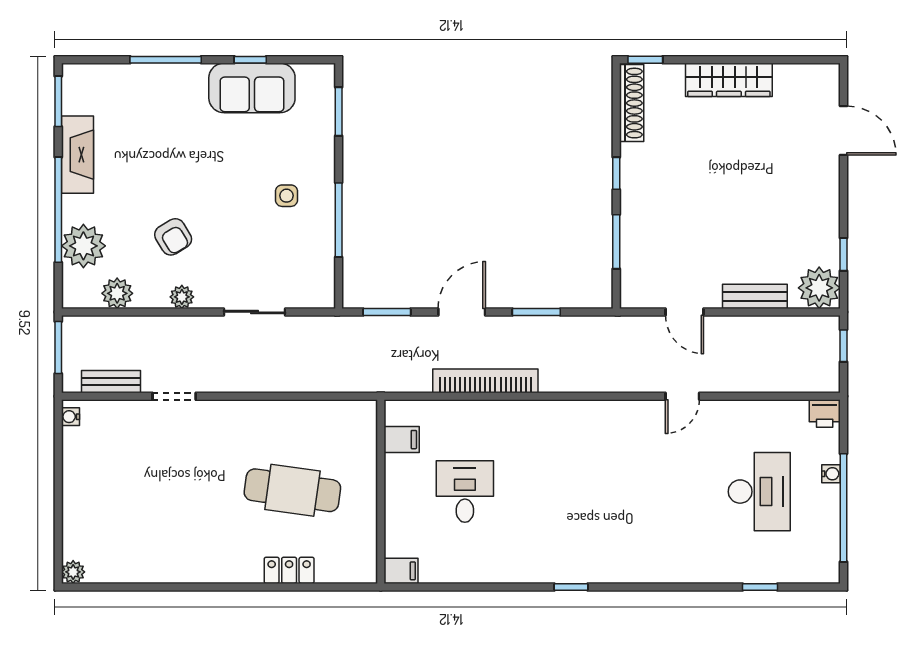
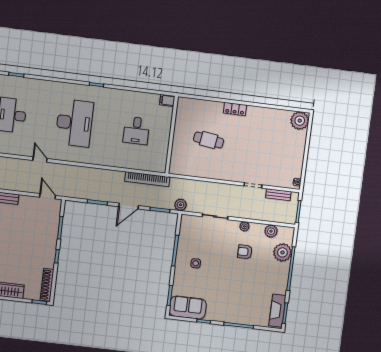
sofa: (252, 88) -> (188, 308), moved
fireplace: (78, 155) -> (277, 311), moved
armchair: (173, 237) -> (245, 252), turned -59
door: (685, 312) -> (48, 196), moved
plant: (340, 330) -> (181, 205), added
bookcase: (485, 381) -> (147, 179), moved
door: (682, 396) -> (40, 160), hinge flipped
filing cabinet: (402, 440) -> (160, 156), removed
cafe table: (292, 490) -> (209, 140), width x0.73, depth x0.74
desk: (612, 492) -> (74, 123), added
locker: (289, 570) -> (235, 109), moved
plant: (73, 572) -> (300, 121), width x1.88, depth x1.88

